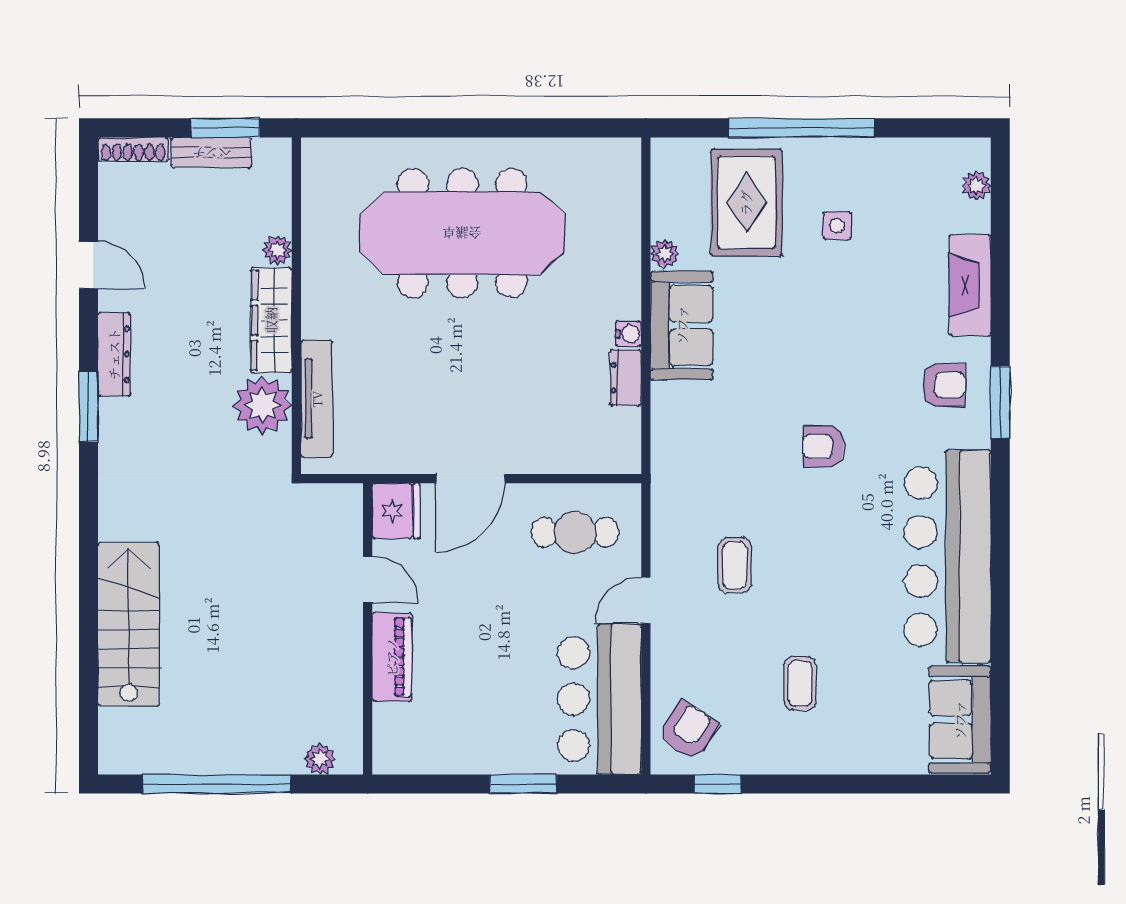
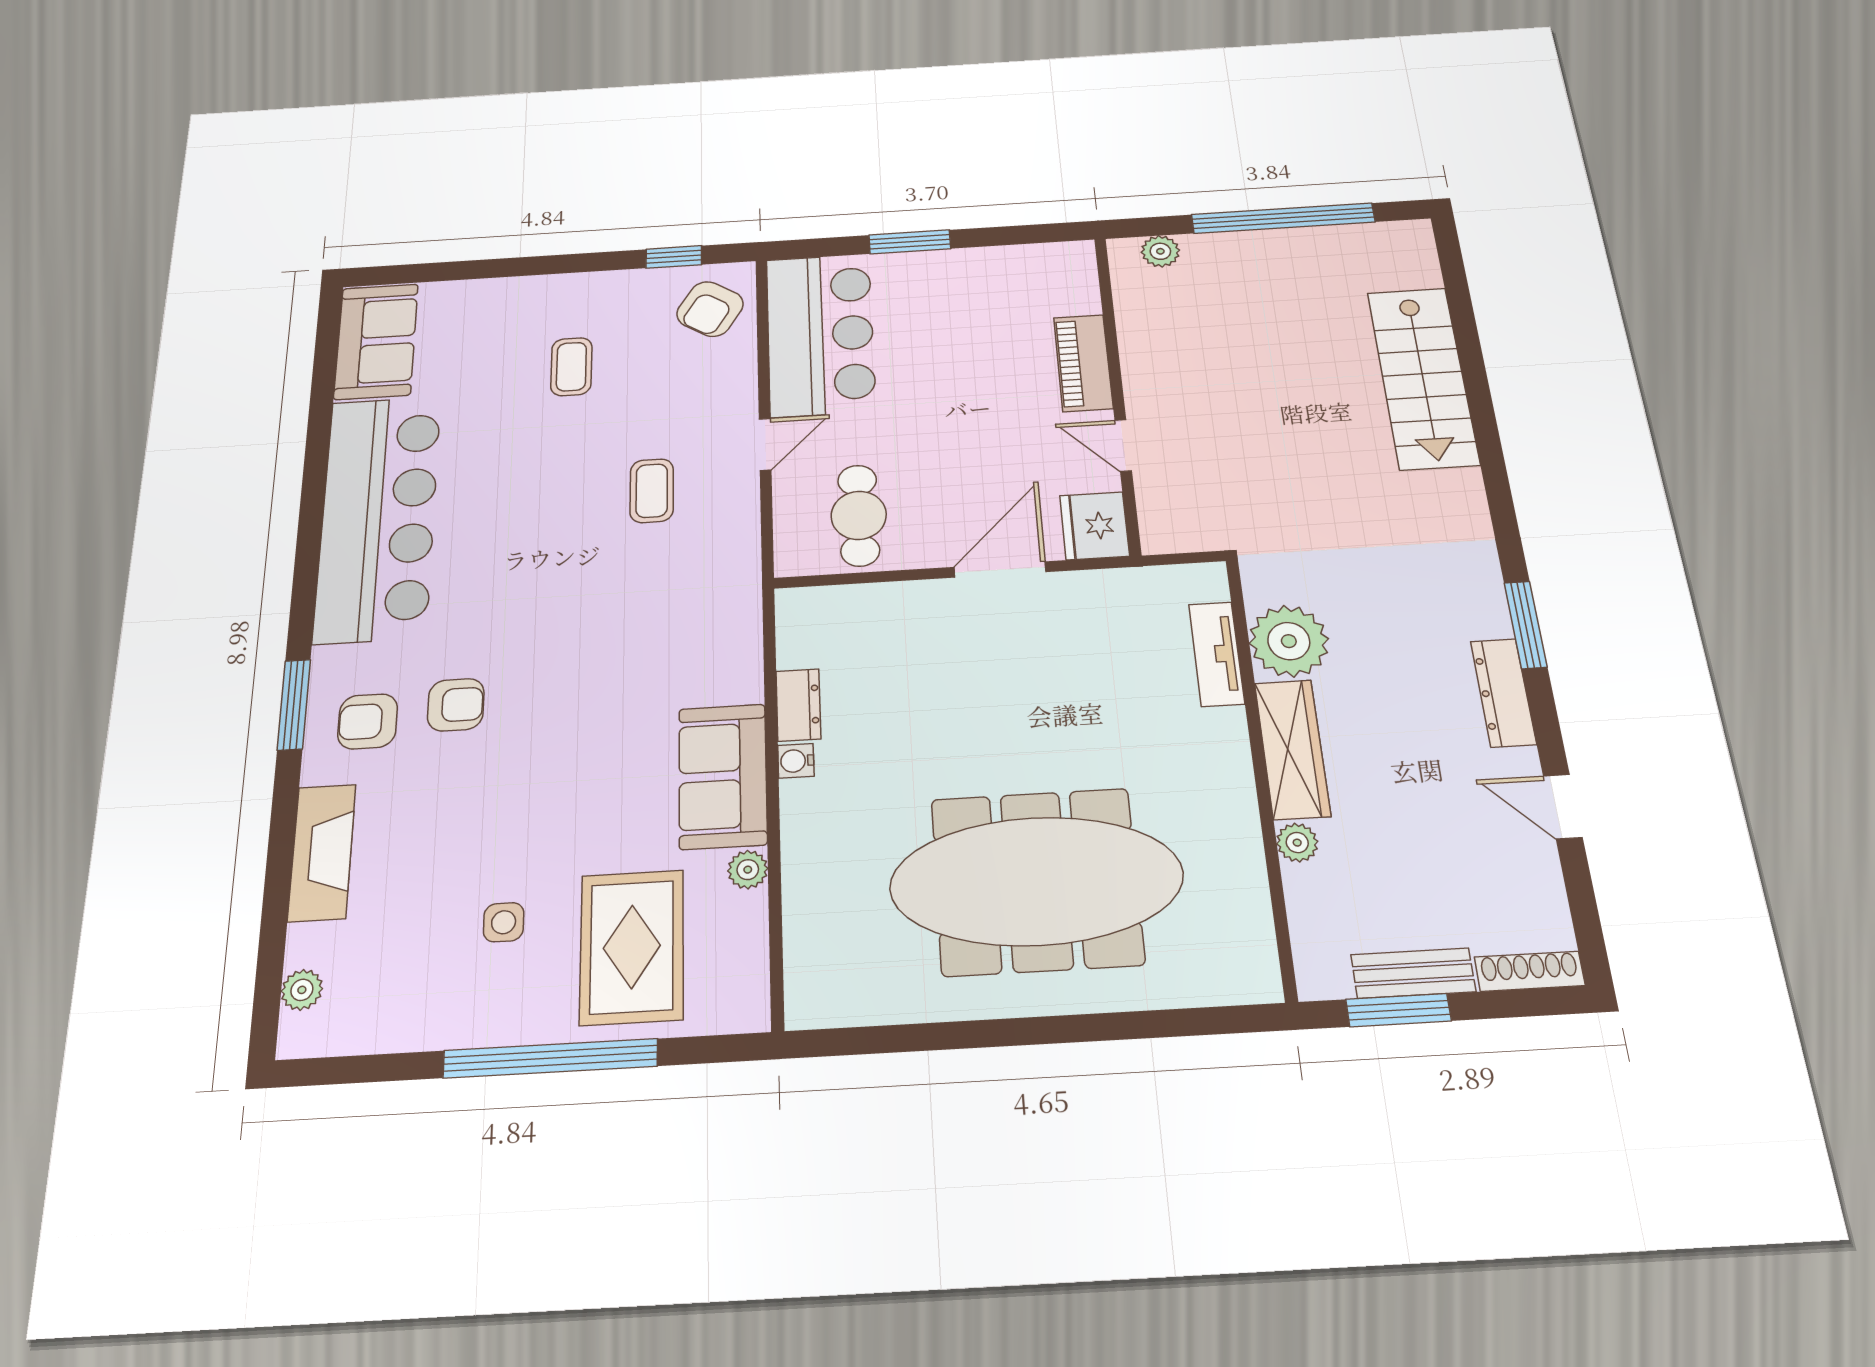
tv unit: (317, 399) -> (1217, 654), width x0.71
armchair: (823, 446) -> (456, 705), moved
cafe table: (575, 532) -> (859, 515), turned 90

